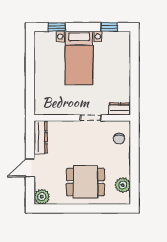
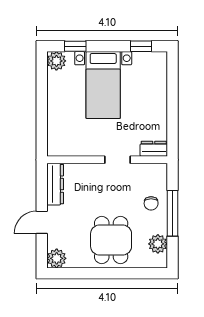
plant: (42, 39) -> (56, 61), added
chair: (119, 139) -> (151, 203), moved
window: (134, 161) -> (172, 213), added
dining table: (85, 182) -> (111, 240), turned 90

